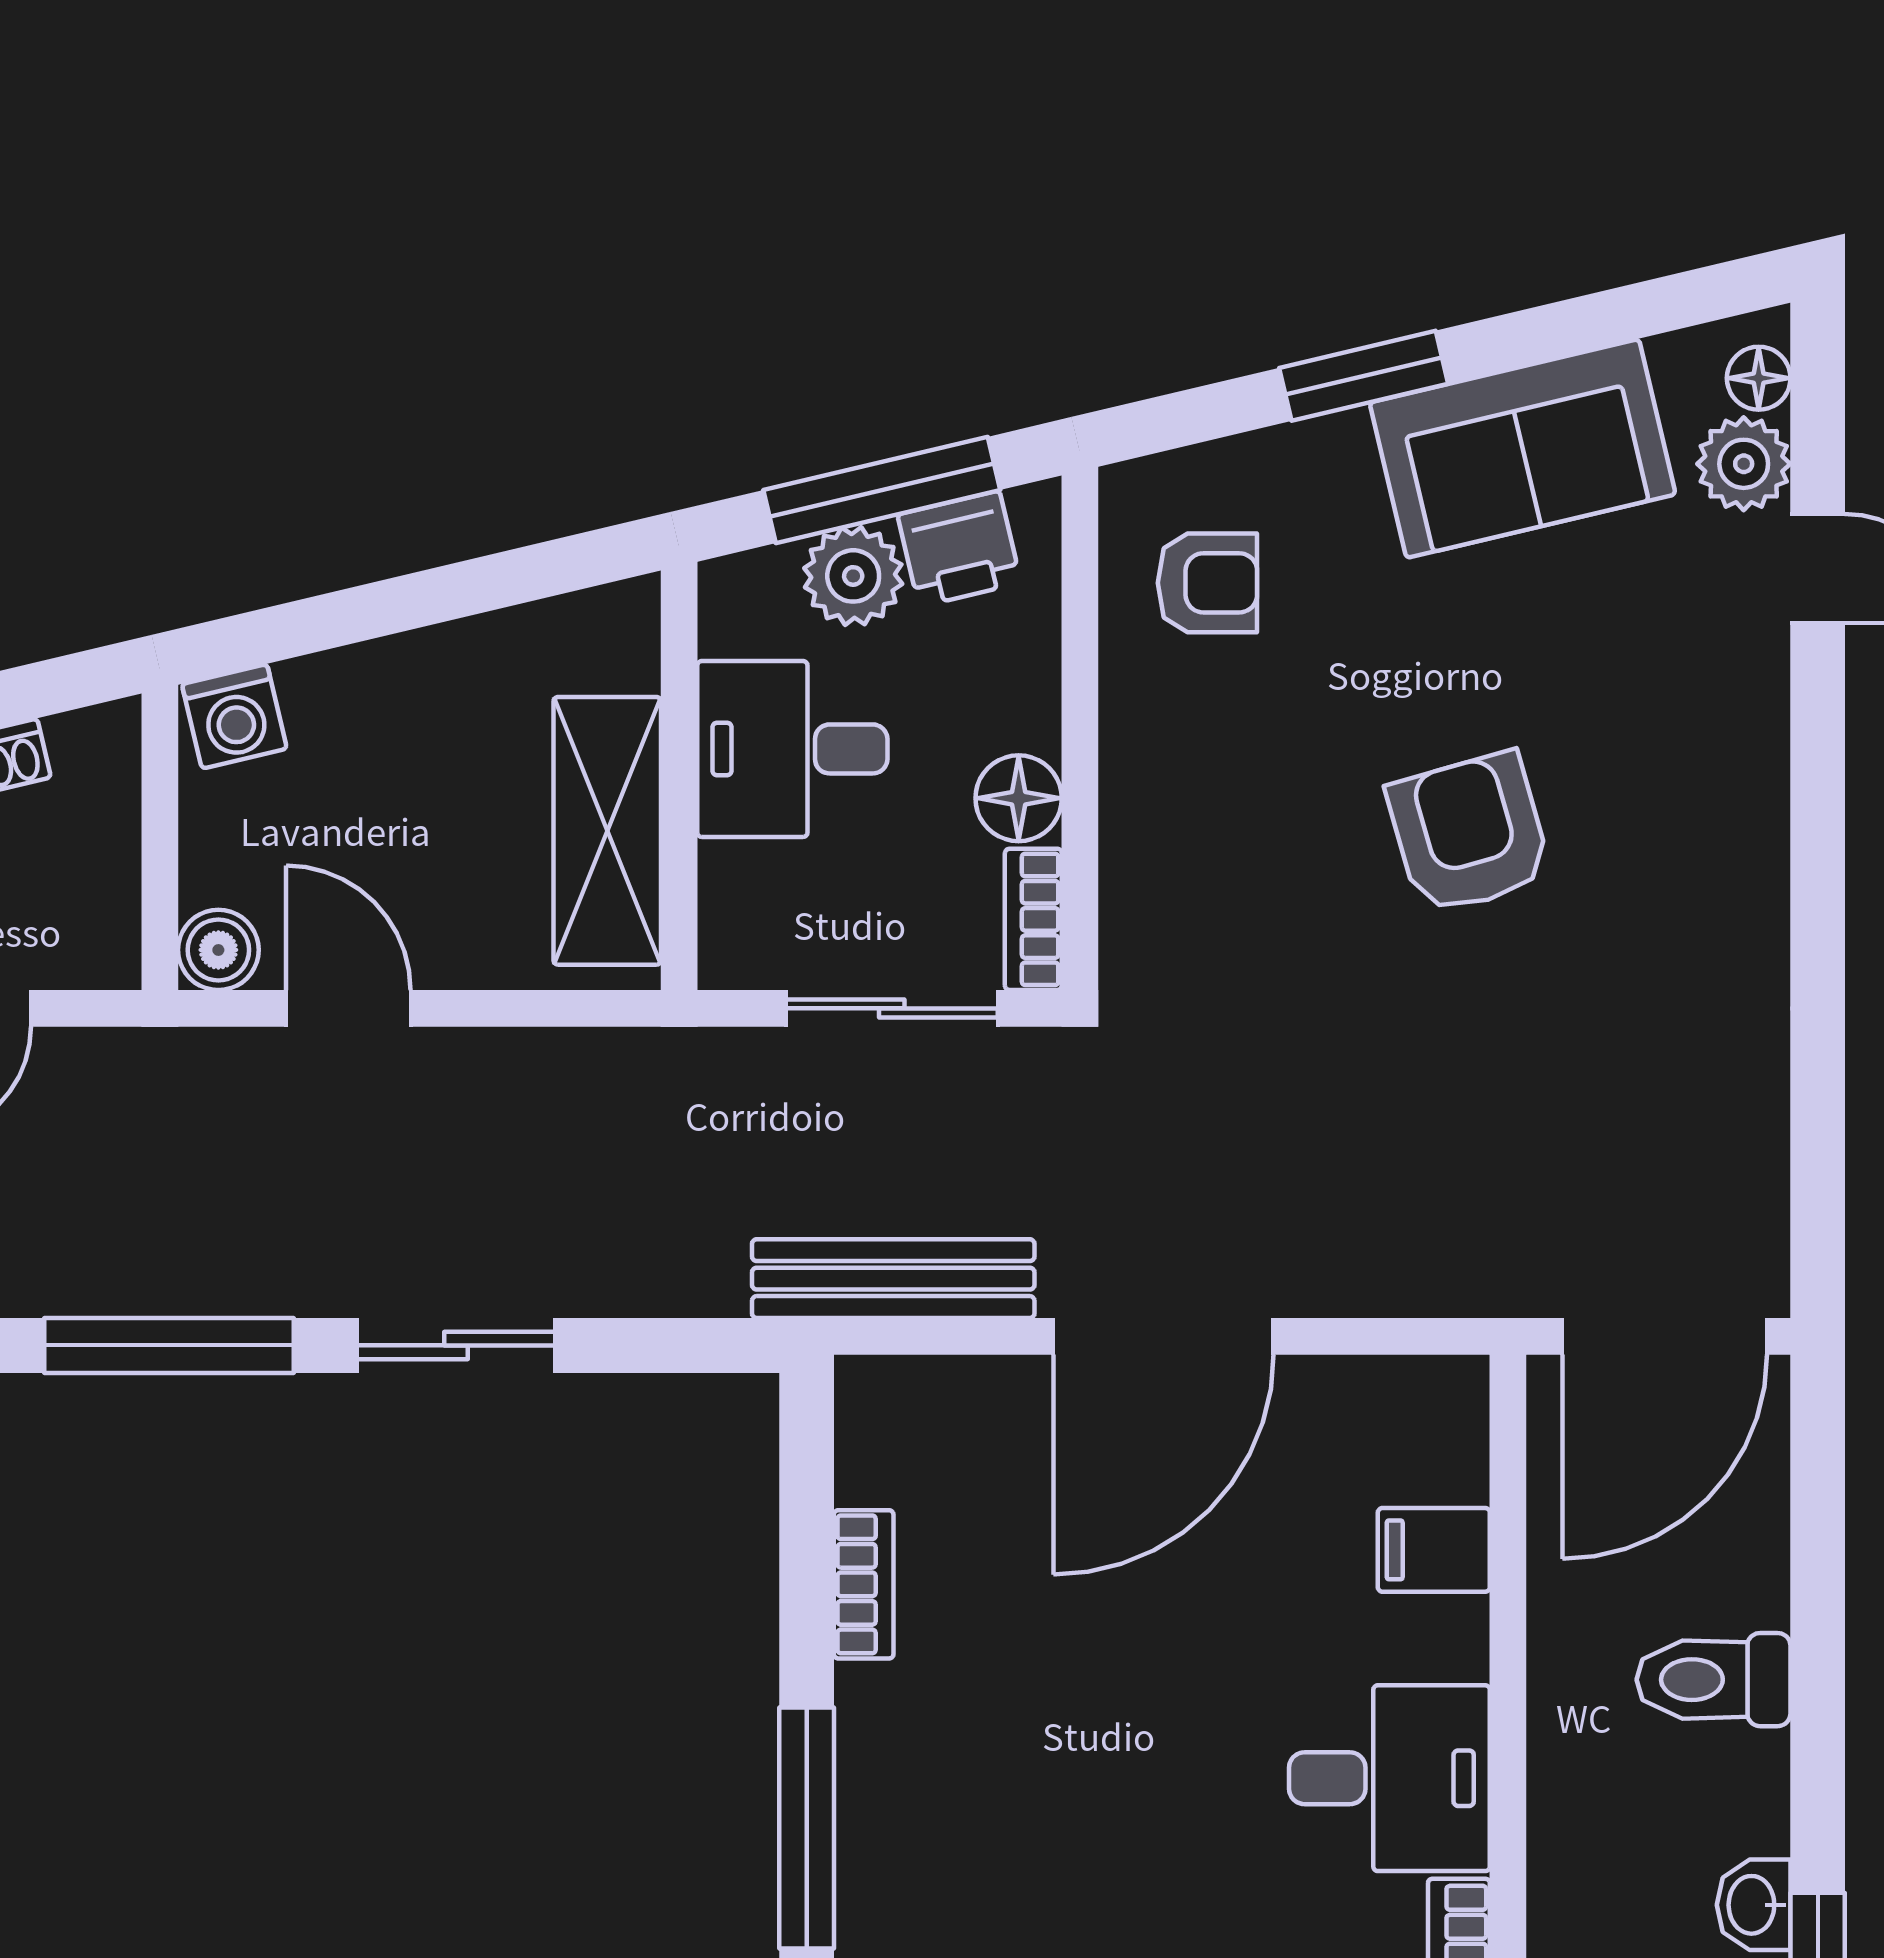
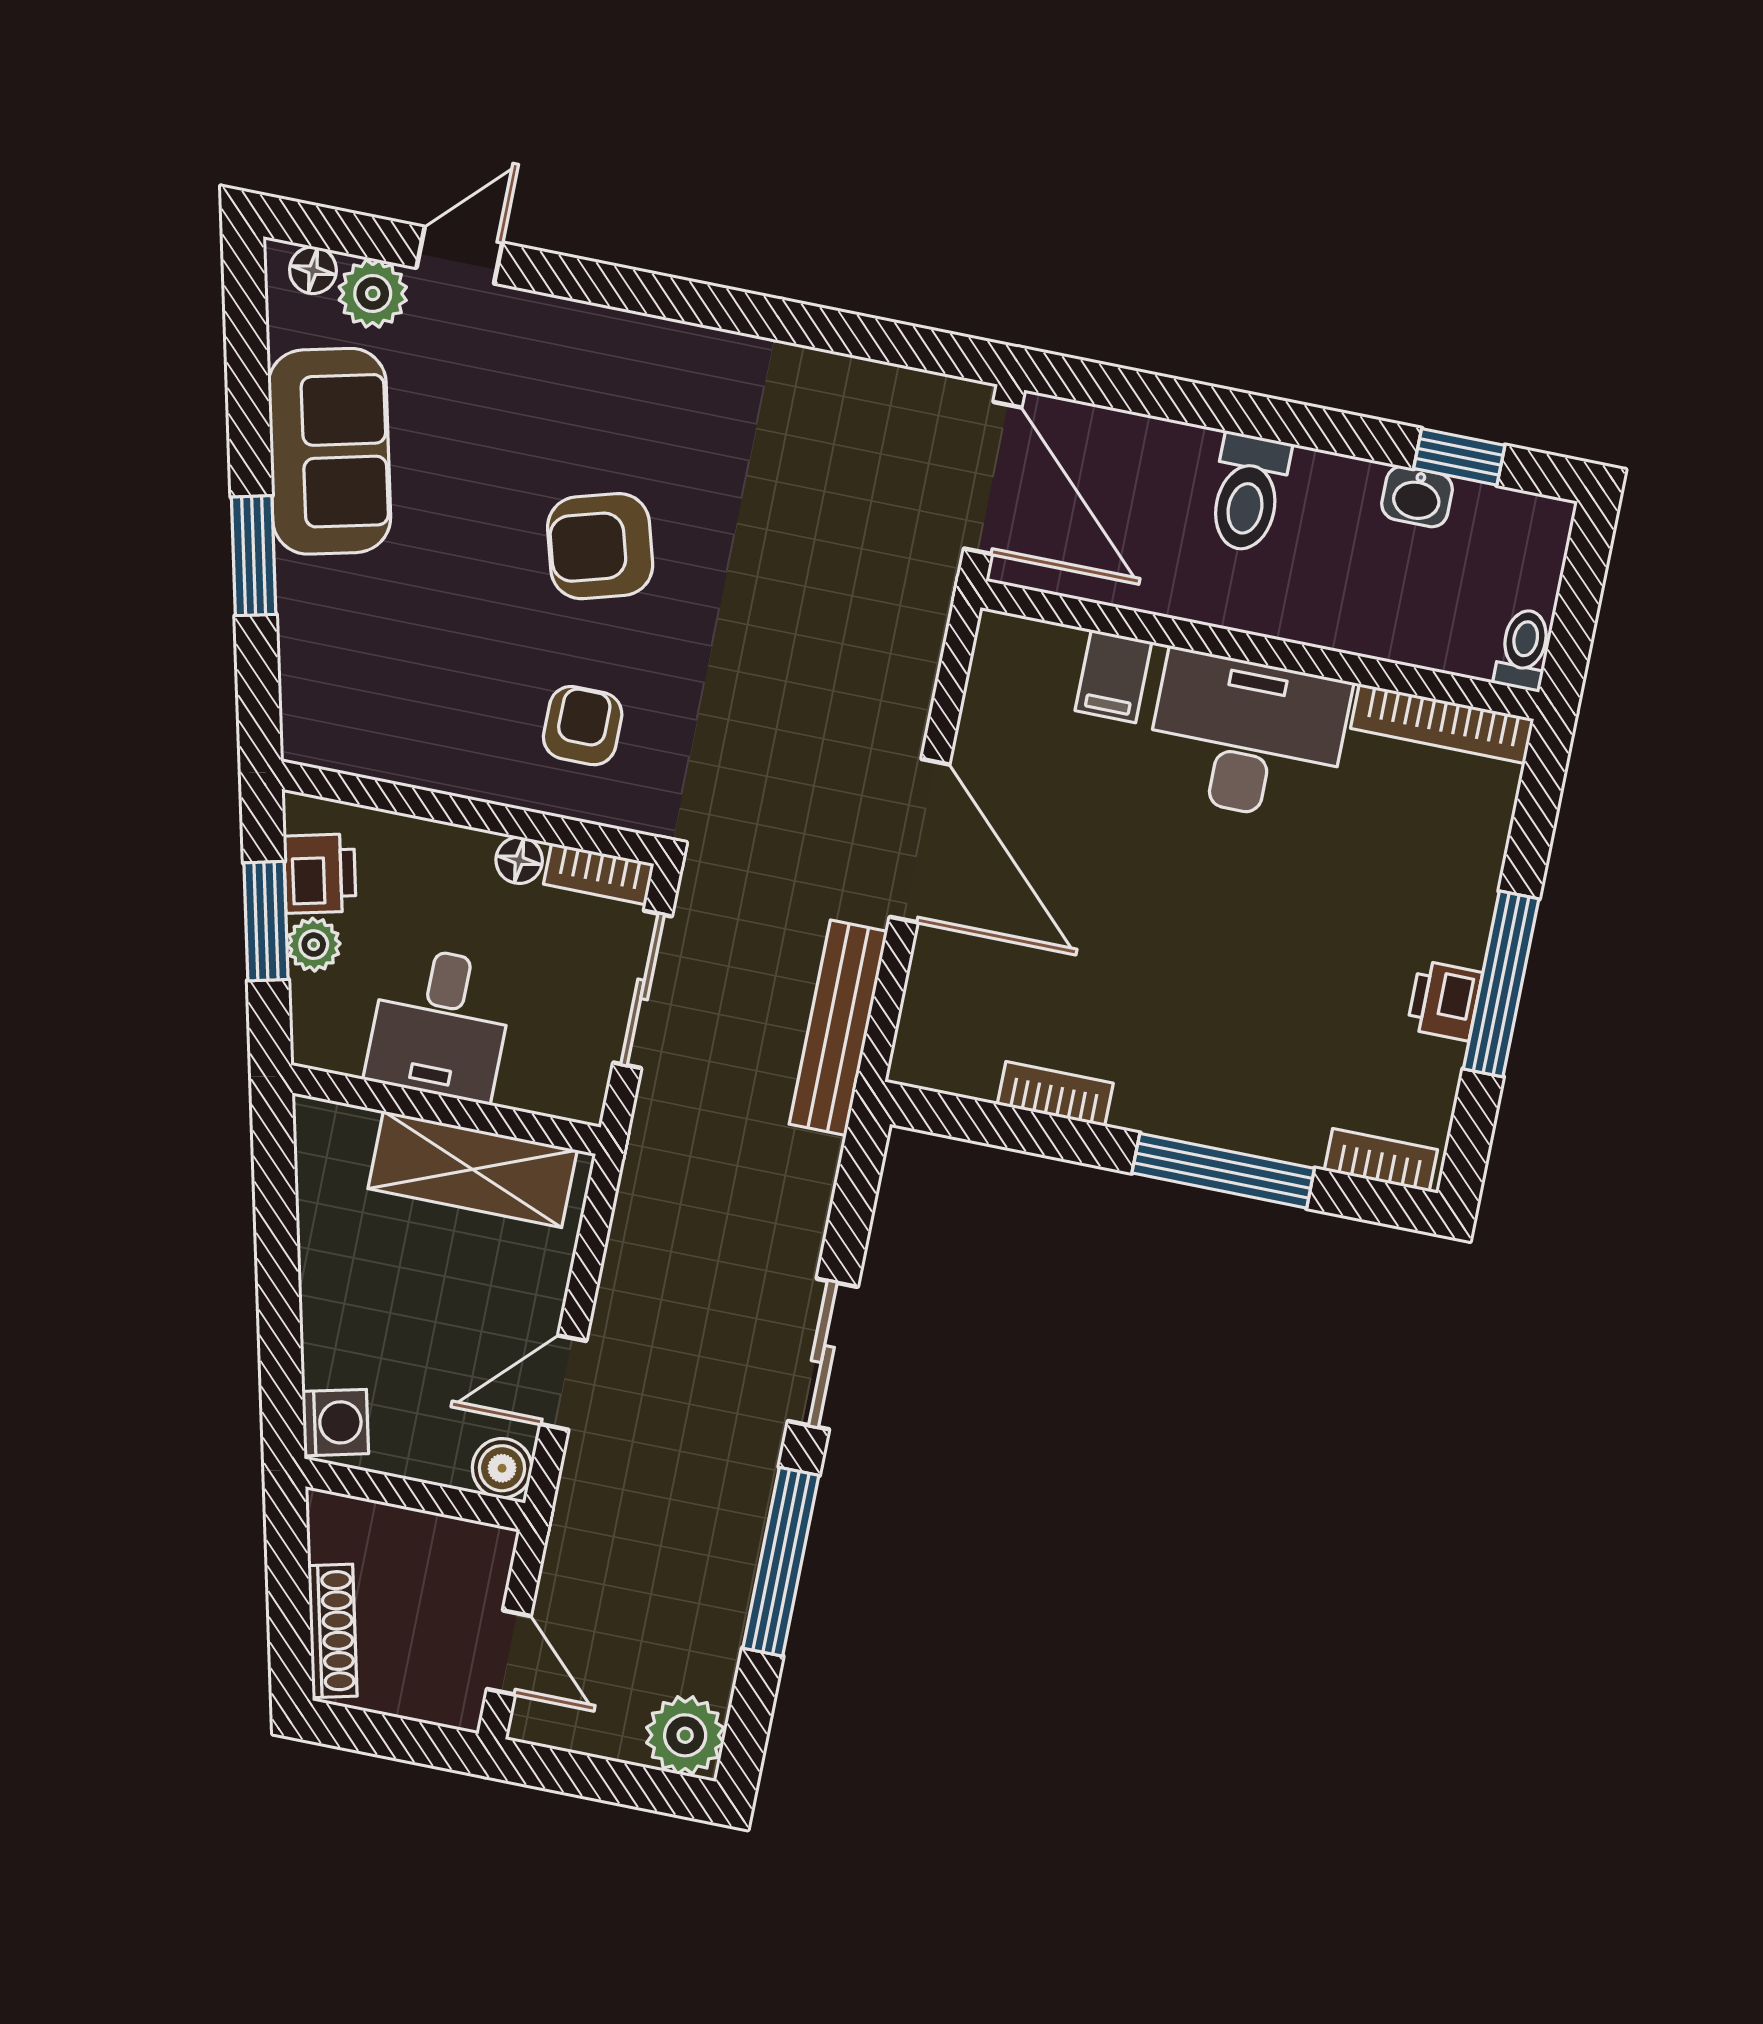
window: (882, 490) -> (266, 921), width x0.69
plant: (853, 576) -> (314, 945), width x0.73, depth x0.73
armchair: (1207, 583) -> (583, 726), moved
floor lamp: (1019, 798) -> (519, 860), width x0.73, depth x0.73
desk: (1389, 1778) -> (1247, 737), width x1.37

